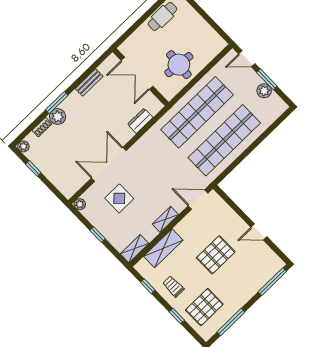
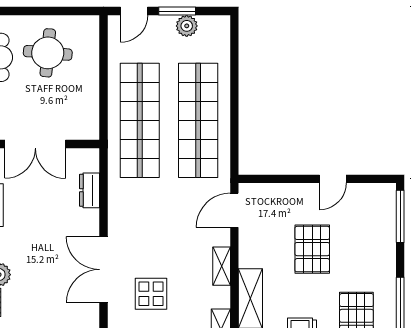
round table: (179, 65) -> (48, 53), moved

